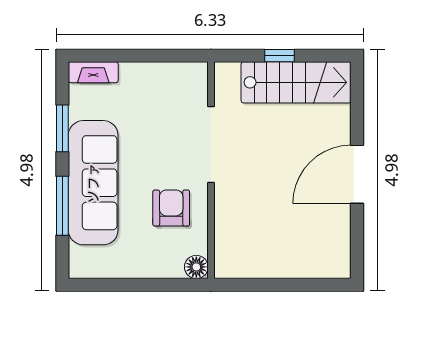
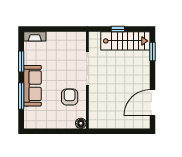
window: (357, 106) -> (152, 51), added
door: (357, 174) -> (152, 103), moved
sofa: (93, 183) -> (33, 86), width x0.74, depth x0.79

